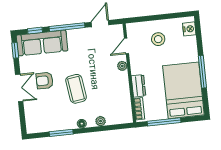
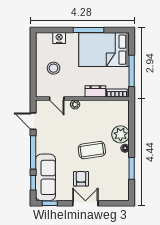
nightstand: (189, 29) -> (59, 38), moved
armchair: (45, 81) -> (81, 179), turned 180
plant: (101, 121) -> (121, 134), width x1.88, depth x1.88

